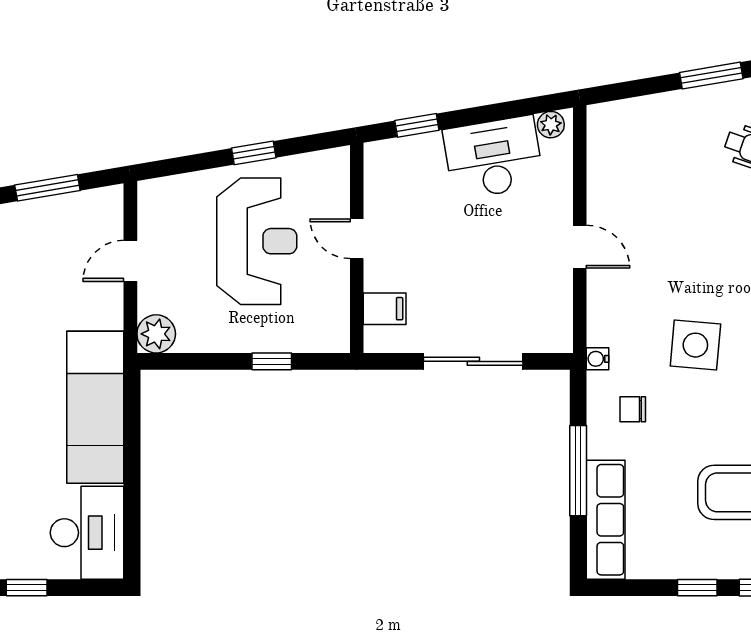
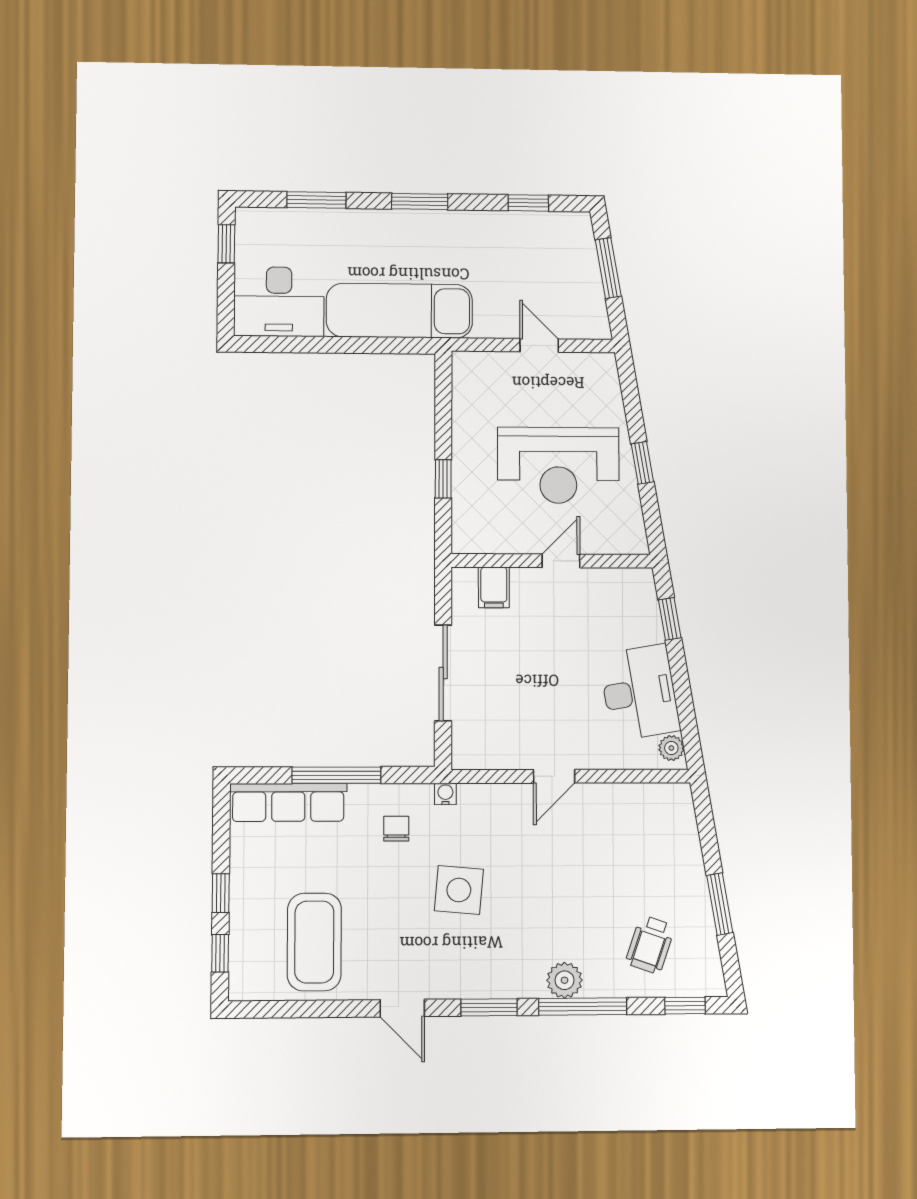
plant: (156, 334) -> (470, 369), removed

